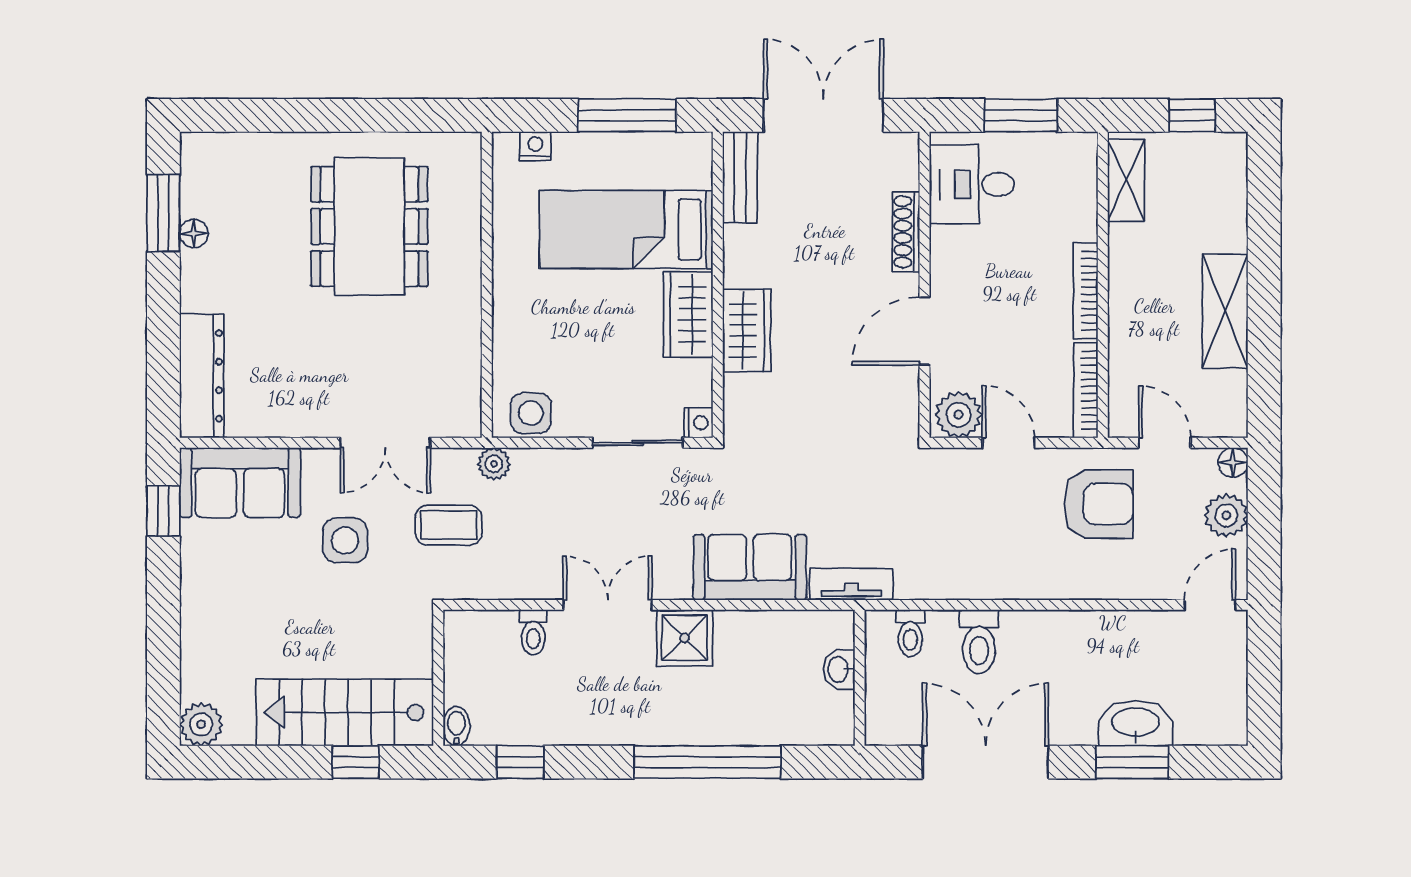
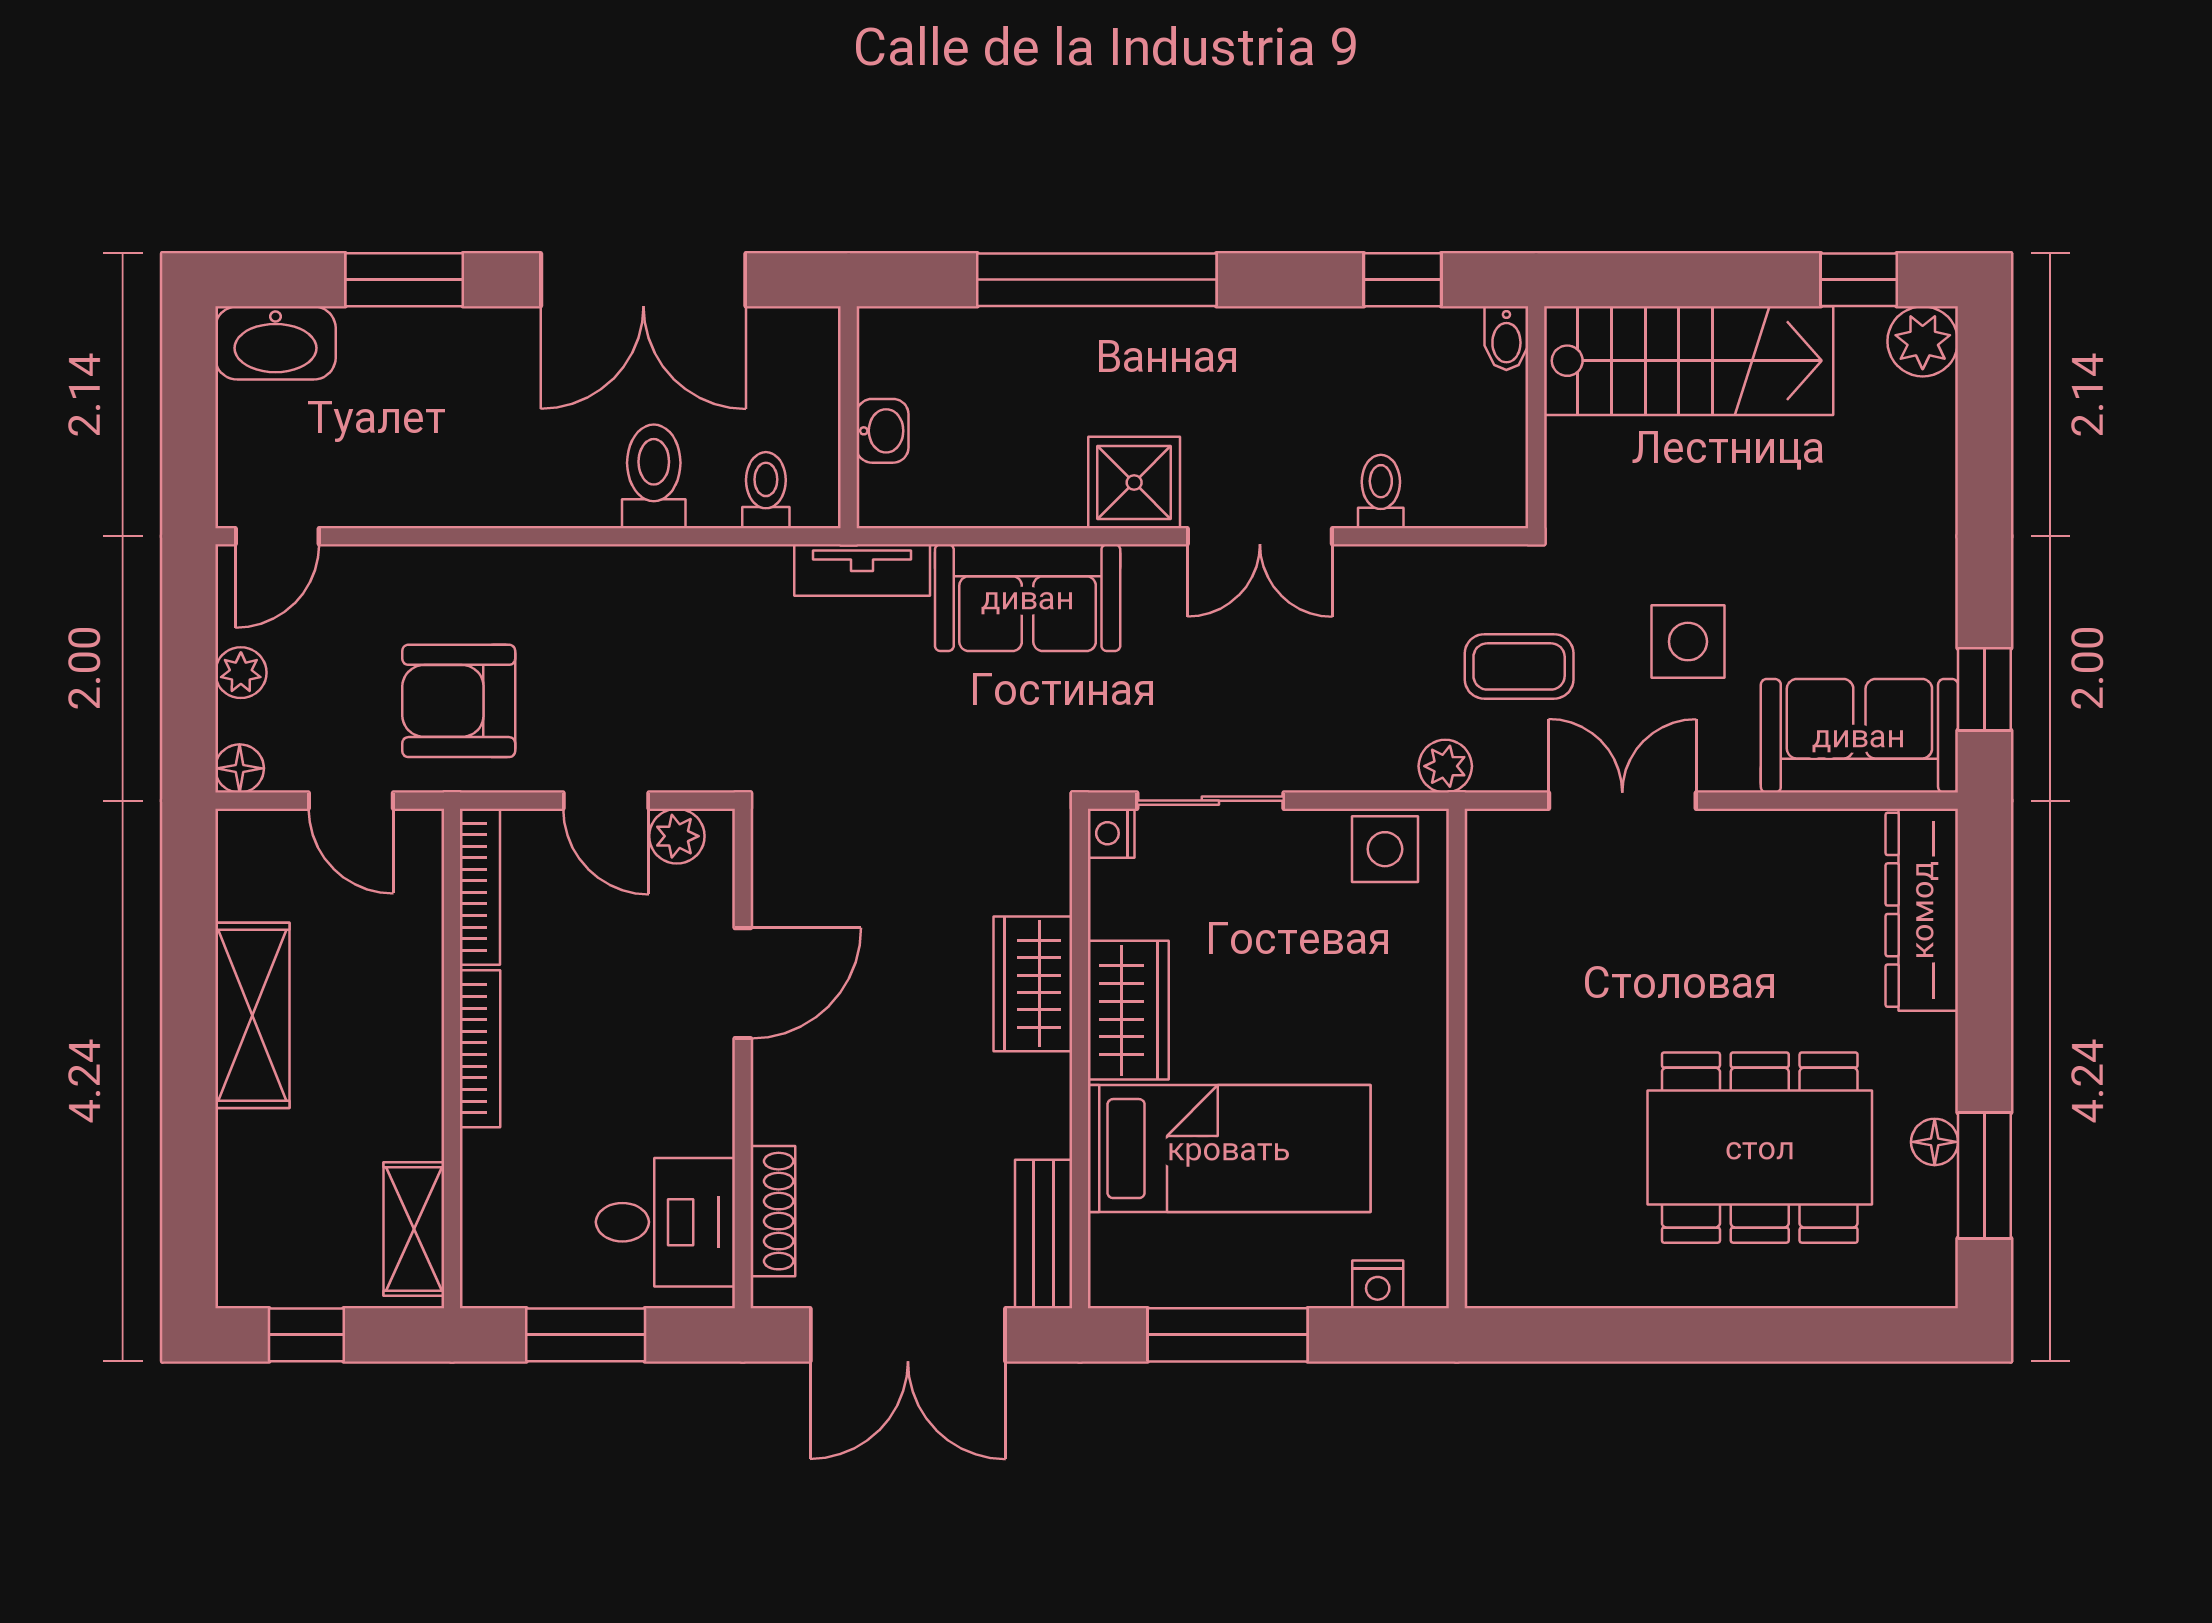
dining table: (369, 226) -> (1760, 1148), moved, turned 90
shoe rack: (906, 232) -> (773, 1211), moved
plant: (959, 415) -> (677, 836), width x0.73, depth x0.73
plant: (1226, 515) -> (241, 673), width x0.73, depth x0.73
washbasin: (1135, 723) -> (275, 343), moved
window: (356, 762) -> (1859, 280), moved

